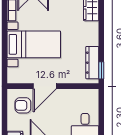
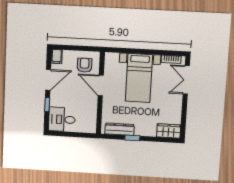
window: (101, 70) -> (132, 138), moved

